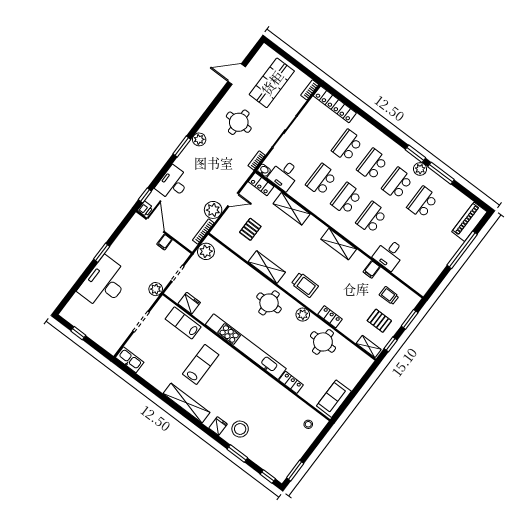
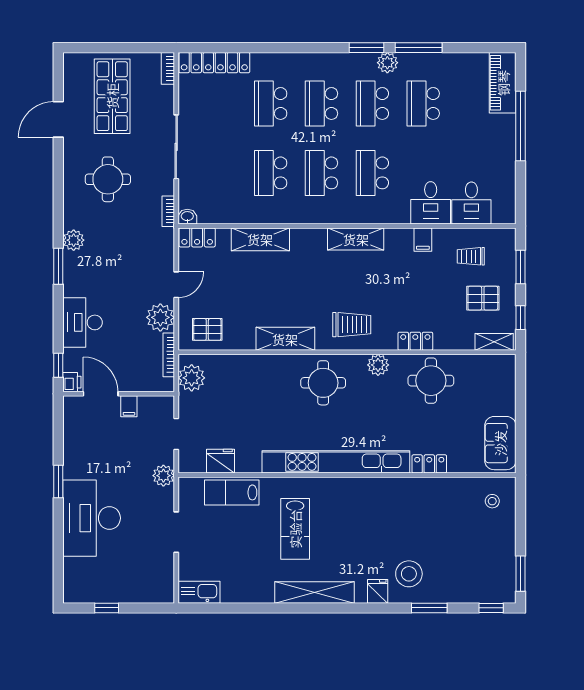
desk: (284, 175) -> (471, 203), moved
pallet: (250, 229) -> (207, 329), moved, turned 90
lab bench: (201, 364) -> (295, 529), turned 180

